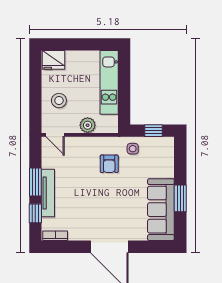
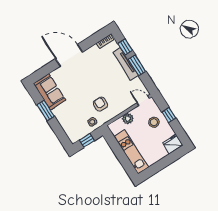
window: (35, 98) -> (169, 115), added
sofa: (161, 210) -> (50, 92), width x0.73

